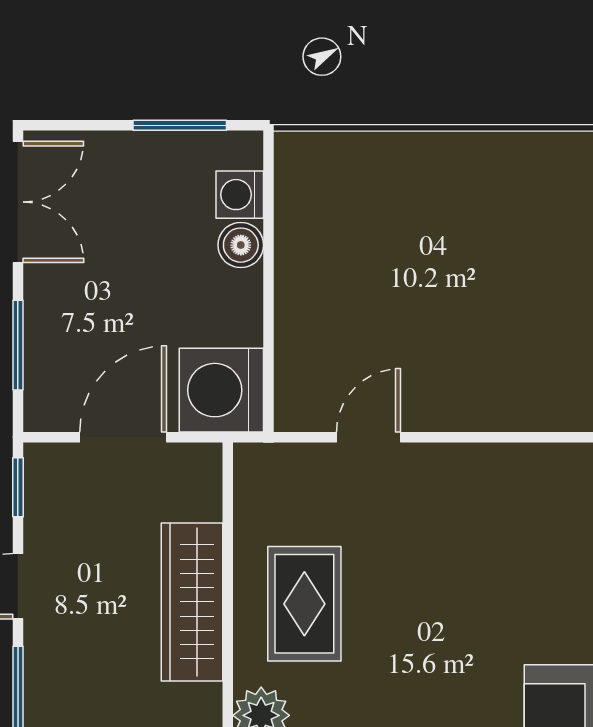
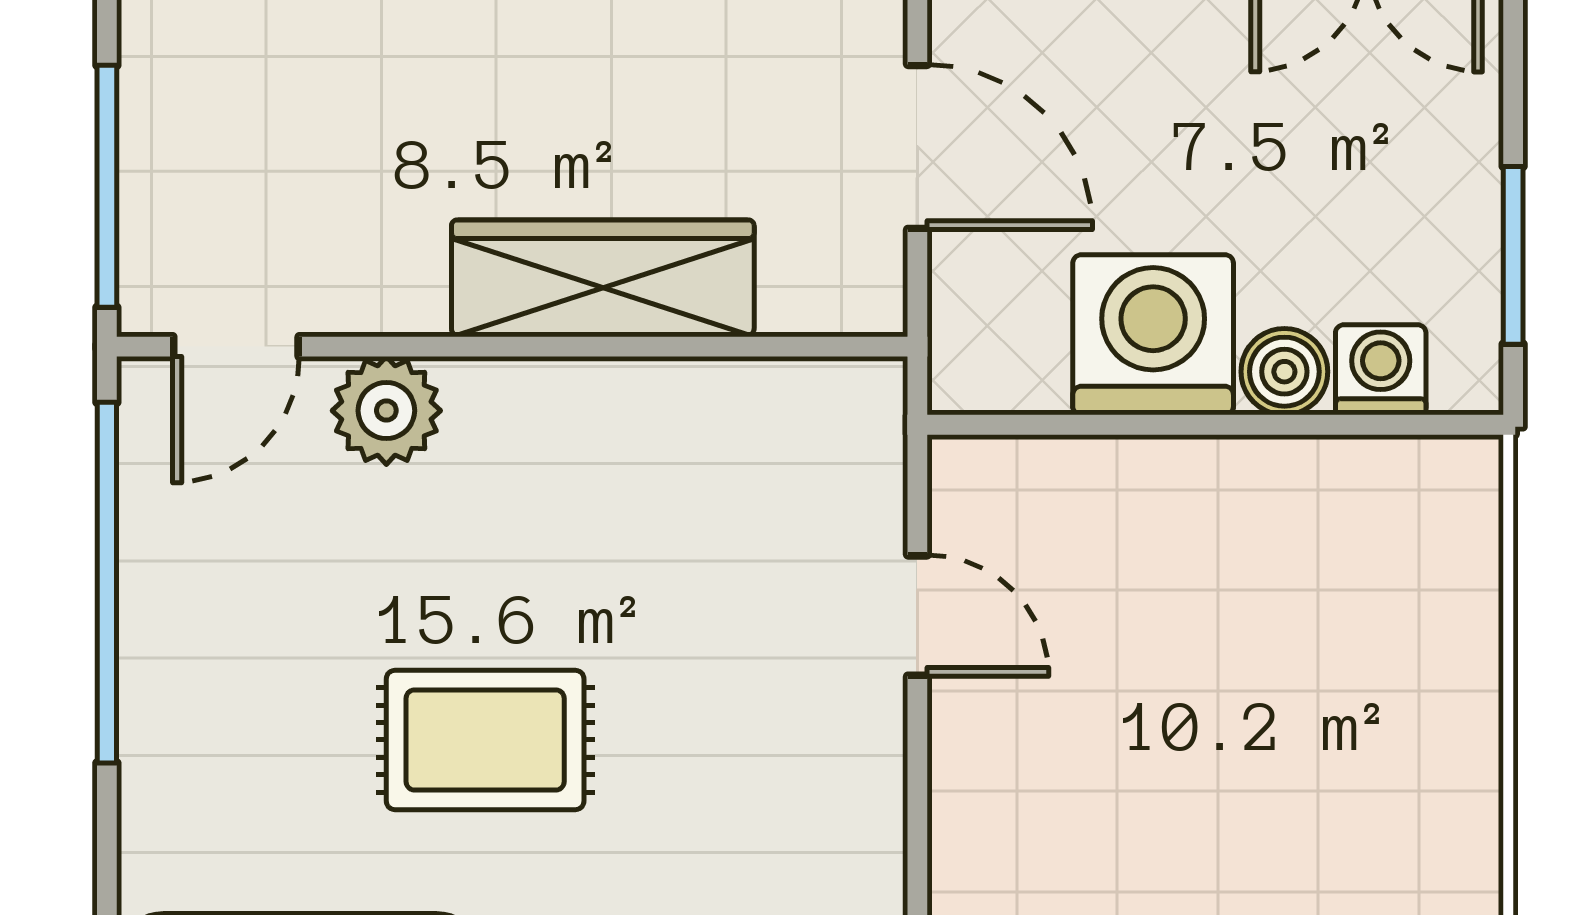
washing machine: (221, 390) -> (1153, 335), moved
rug: (304, 604) -> (485, 740), moved

